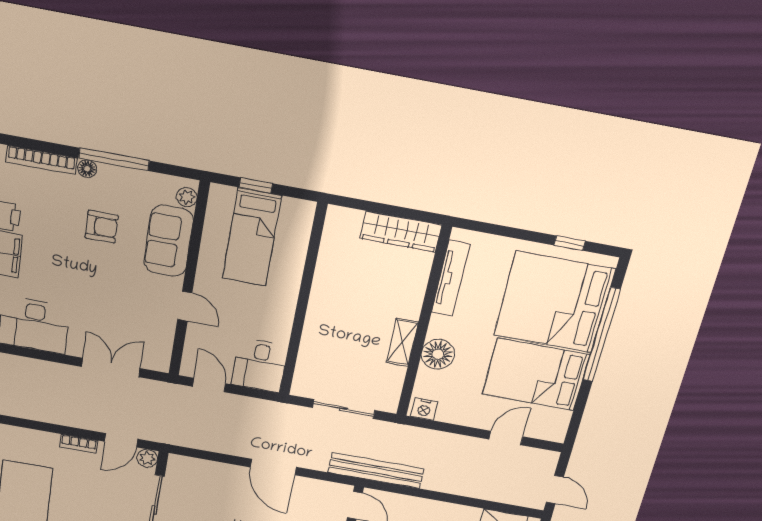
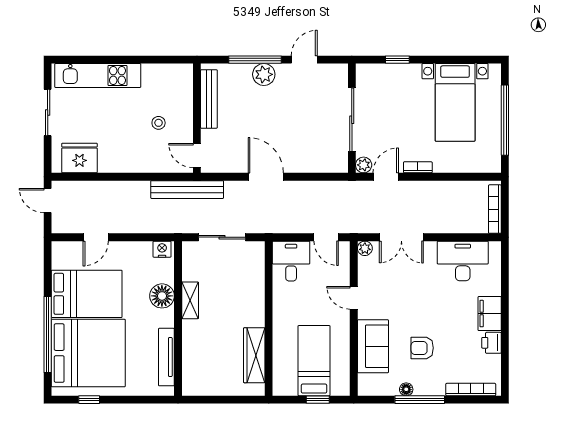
floor lamp: (87, 169) -> (406, 389), moved
plant: (187, 197) -> (365, 248), moved
wardrobe: (401, 232) -> (254, 355), moved, turned -90

